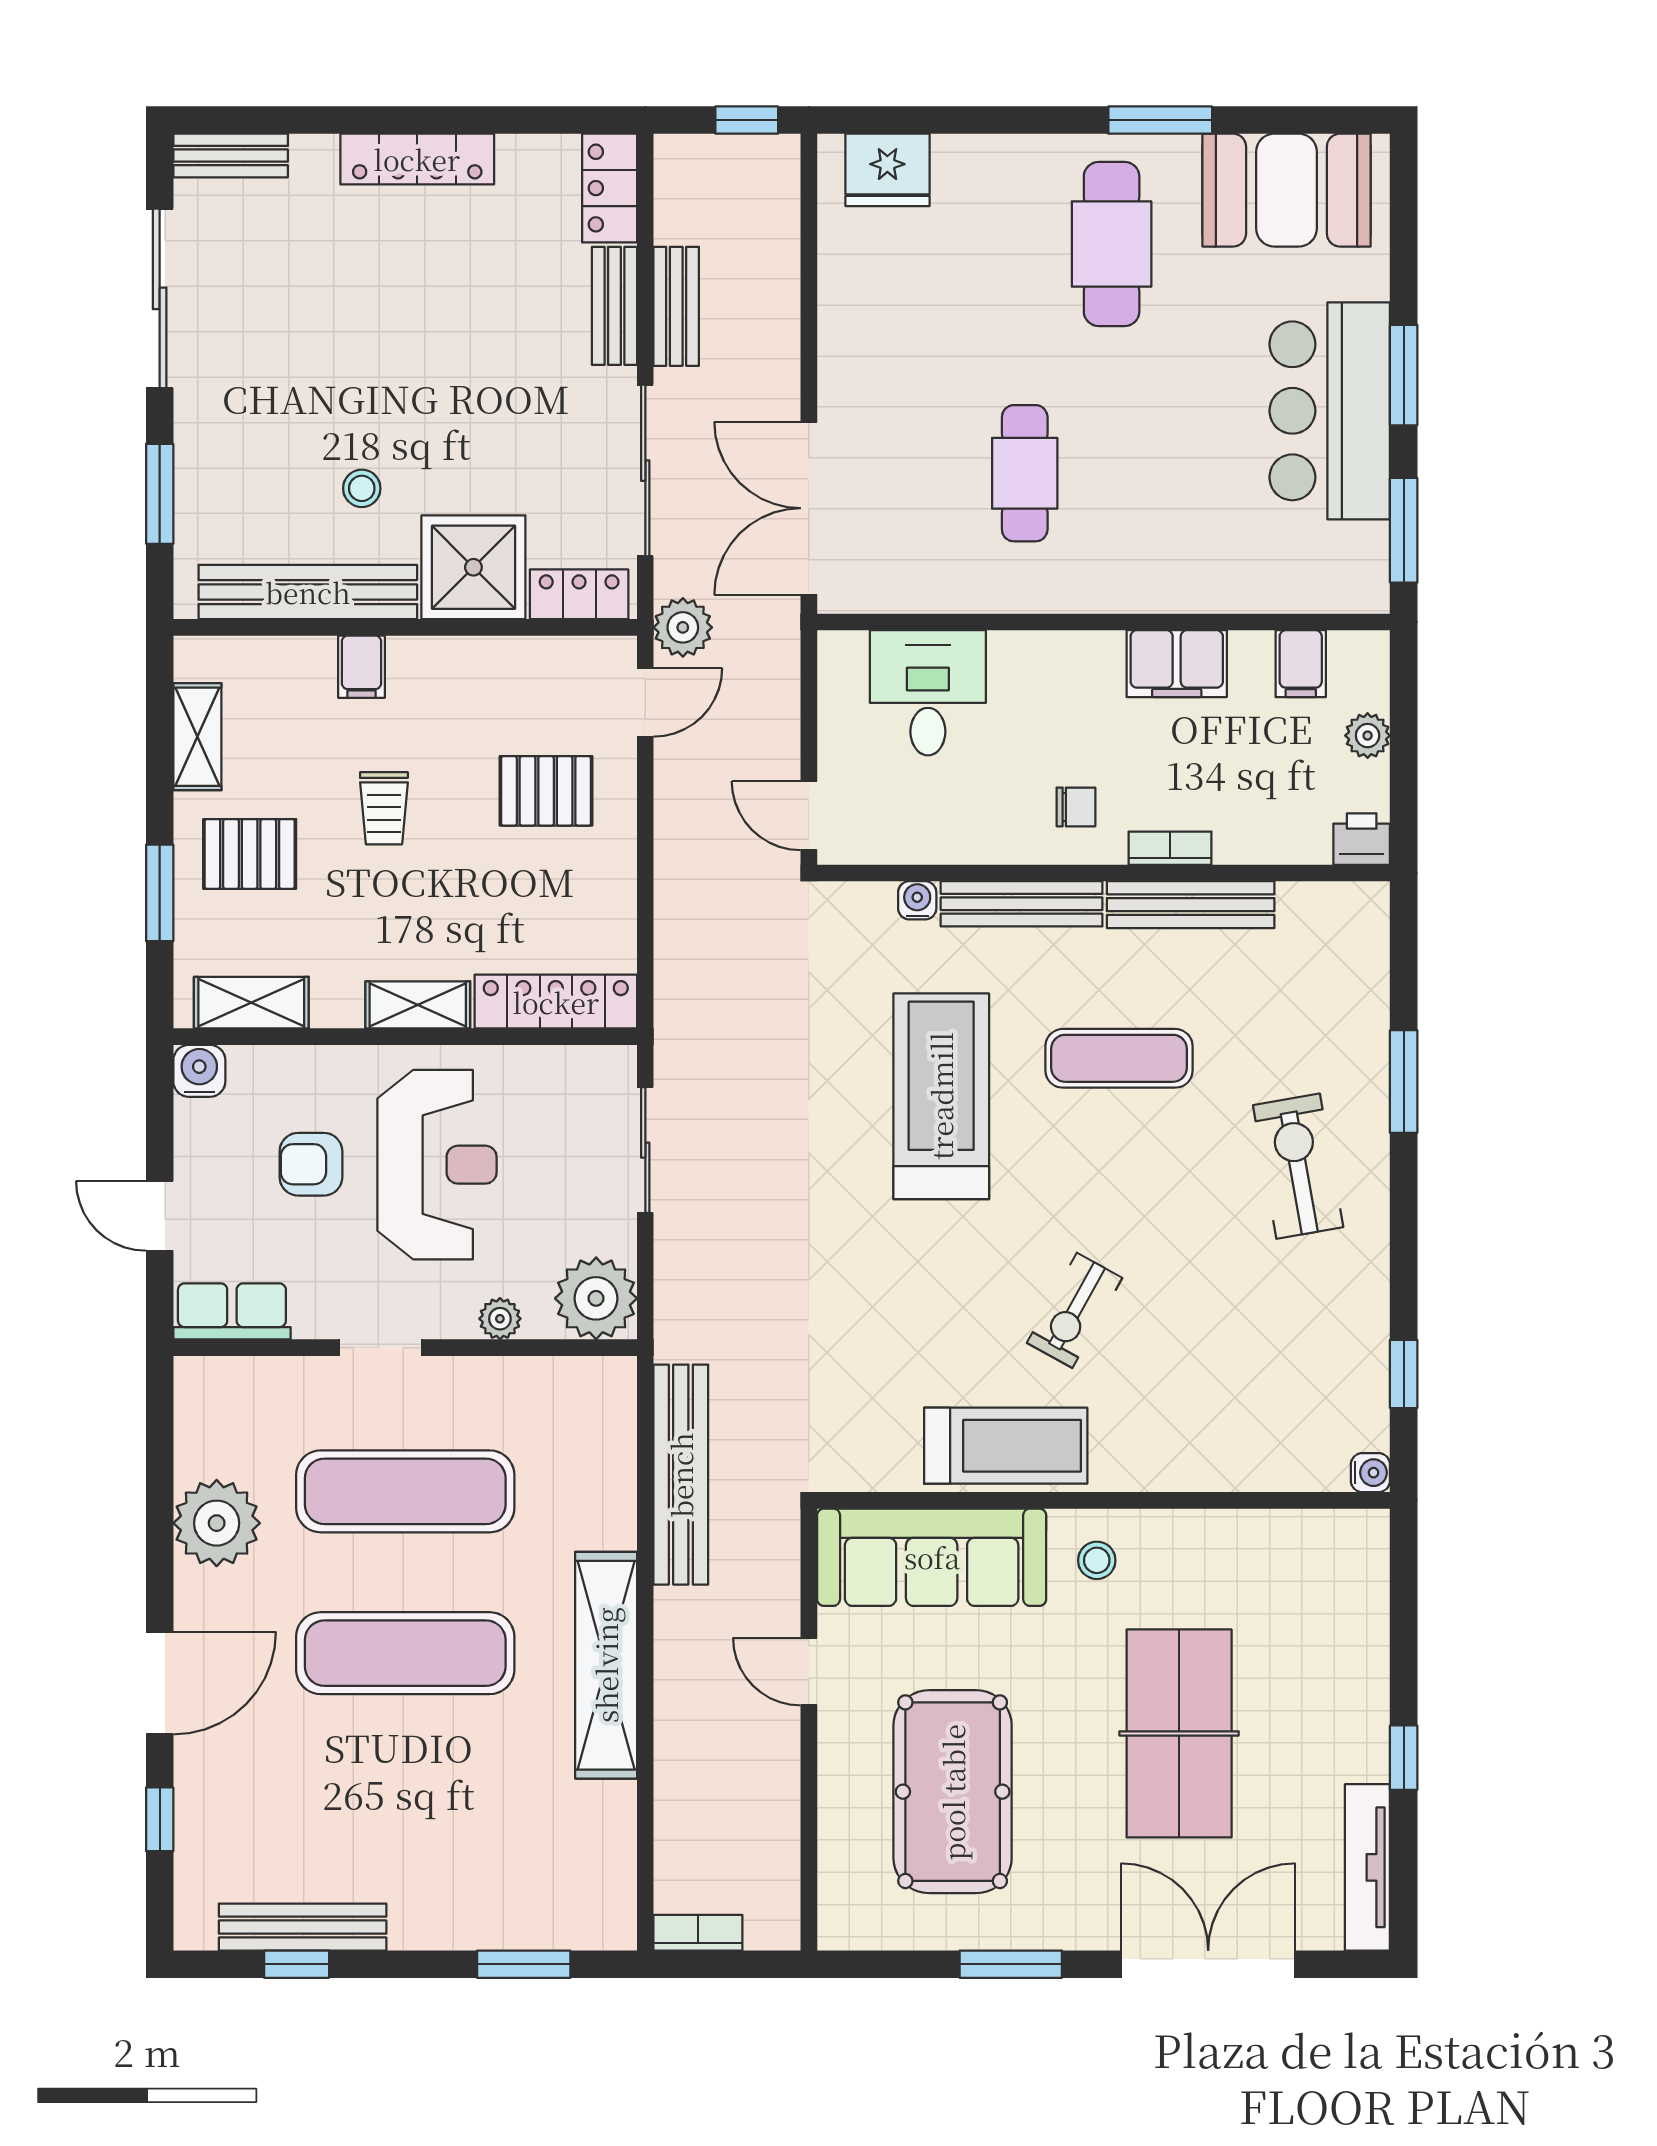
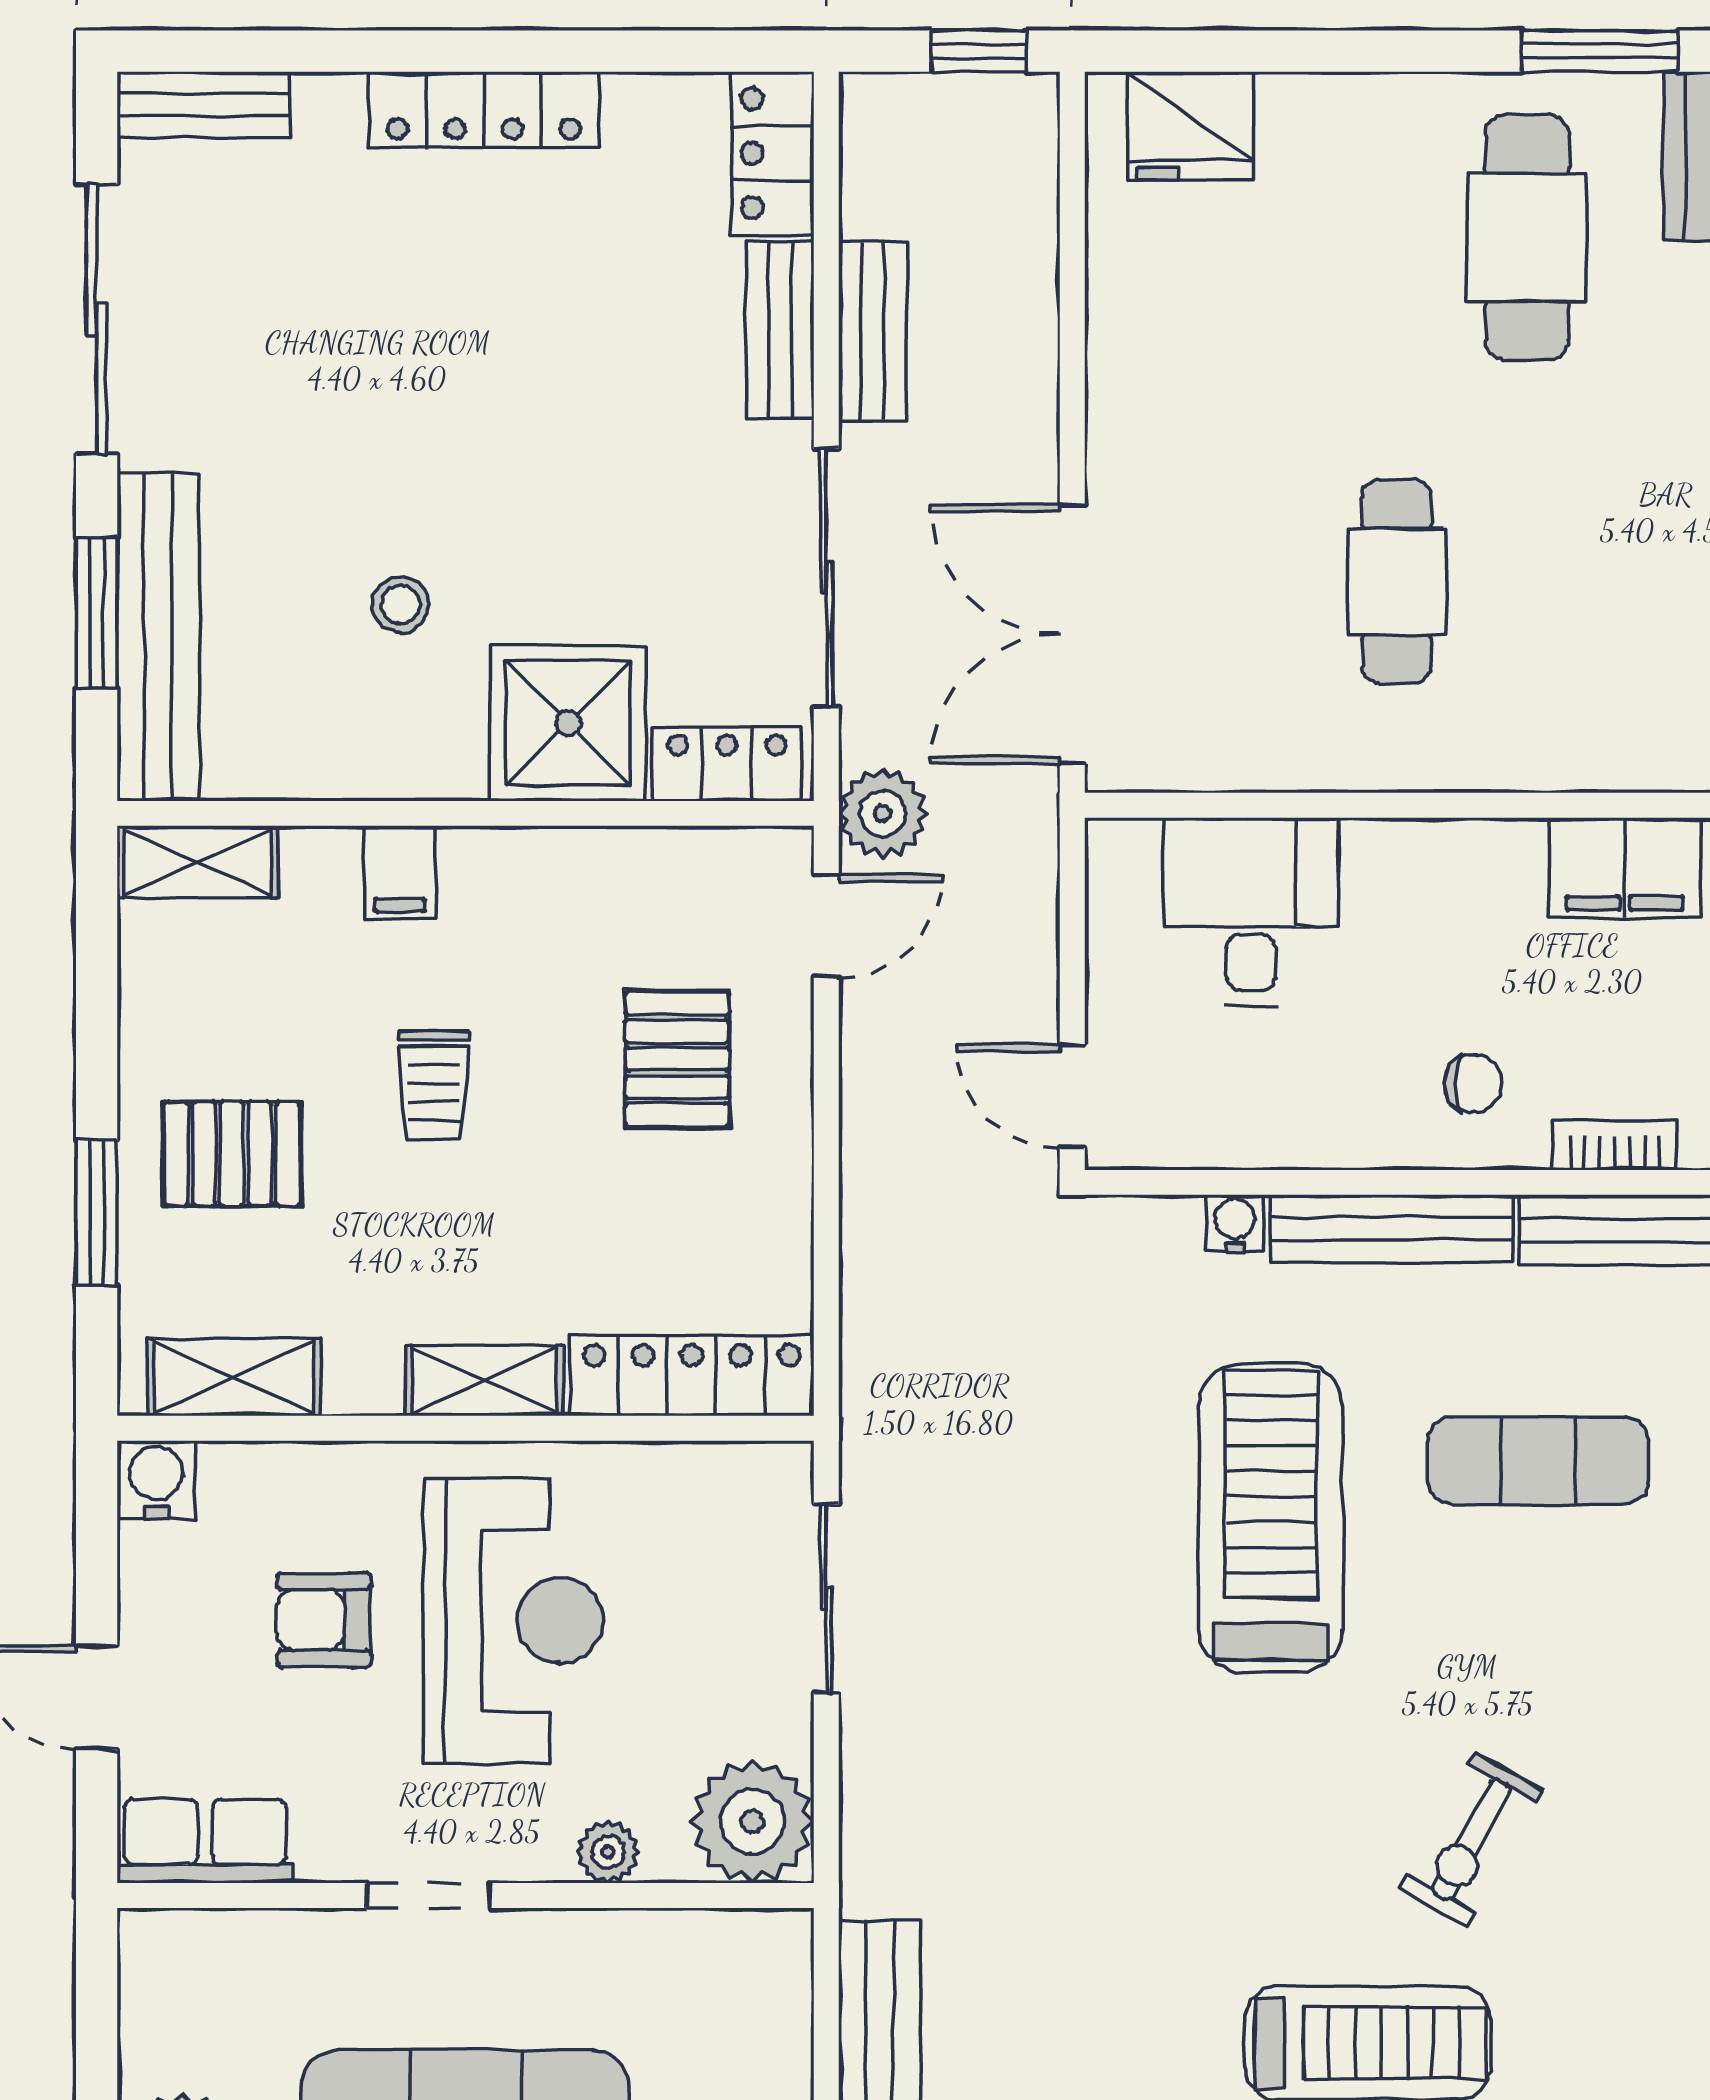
bench: (308, 592) -> (158, 637), moved, turned 90
shelving: (197, 737) -> (198, 862), moved, turned 90
pallet: (546, 791) -> (677, 1059), turned 90

